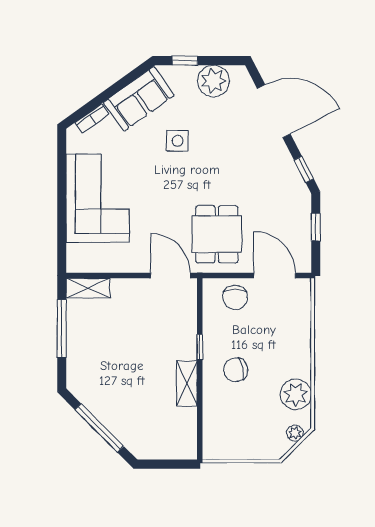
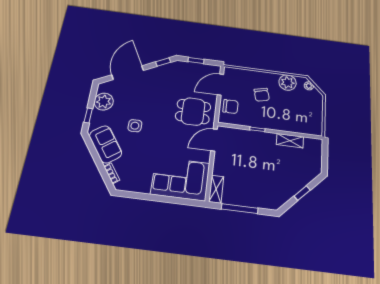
corner sofa: (98, 198) -> (180, 179), moved
chair: (236, 370) -> (262, 95), moved
shelving: (187, 384) -> (290, 141), moved
window: (99, 428) -> (302, 193), width x0.46

